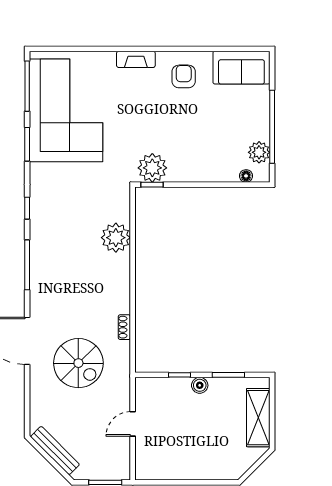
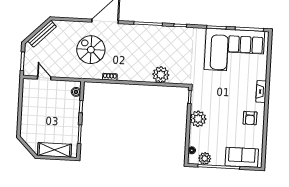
sofa: (241, 68) -> (242, 157), moved, turned 90
armchair: (184, 76) -> (250, 118), turned 90
plant: (152, 168) -> (198, 119), moved
spiral stairs: (78, 363) -> (91, 50), turned 90
boiler: (200, 385) -> (76, 92), moved
door: (133, 424) -> (44, 78), moved

